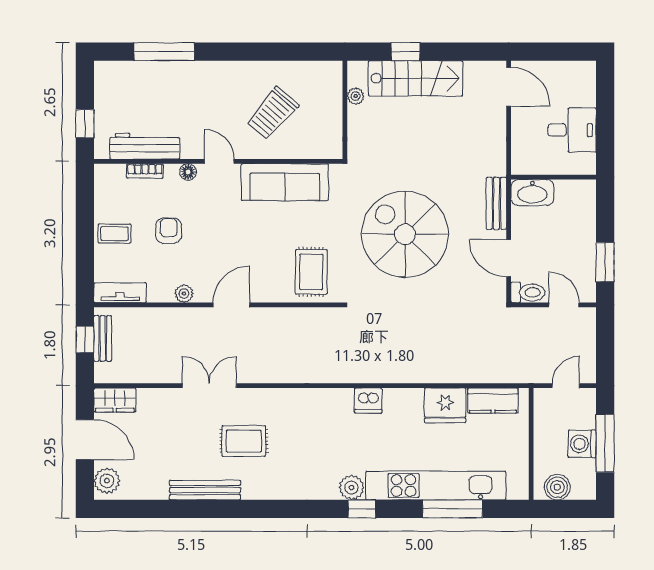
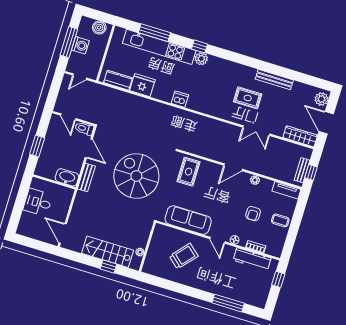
spiral stairs: (405, 234) -> (136, 176), turned 180
window: (605, 262) -> (37, 146), moved
wardrobe: (115, 400) -> (300, 136), width x1.50

